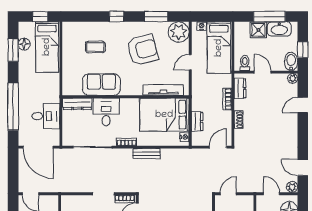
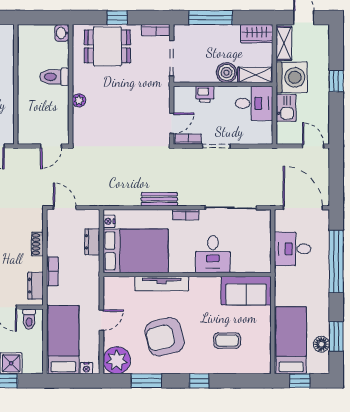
sofa: (101, 85) -> (246, 291), moved
tv unit: (163, 90) -> (162, 284), moved
dresser: (77, 104) -> (251, 265), removed
door: (218, 147) -> (65, 208), swing flipped

